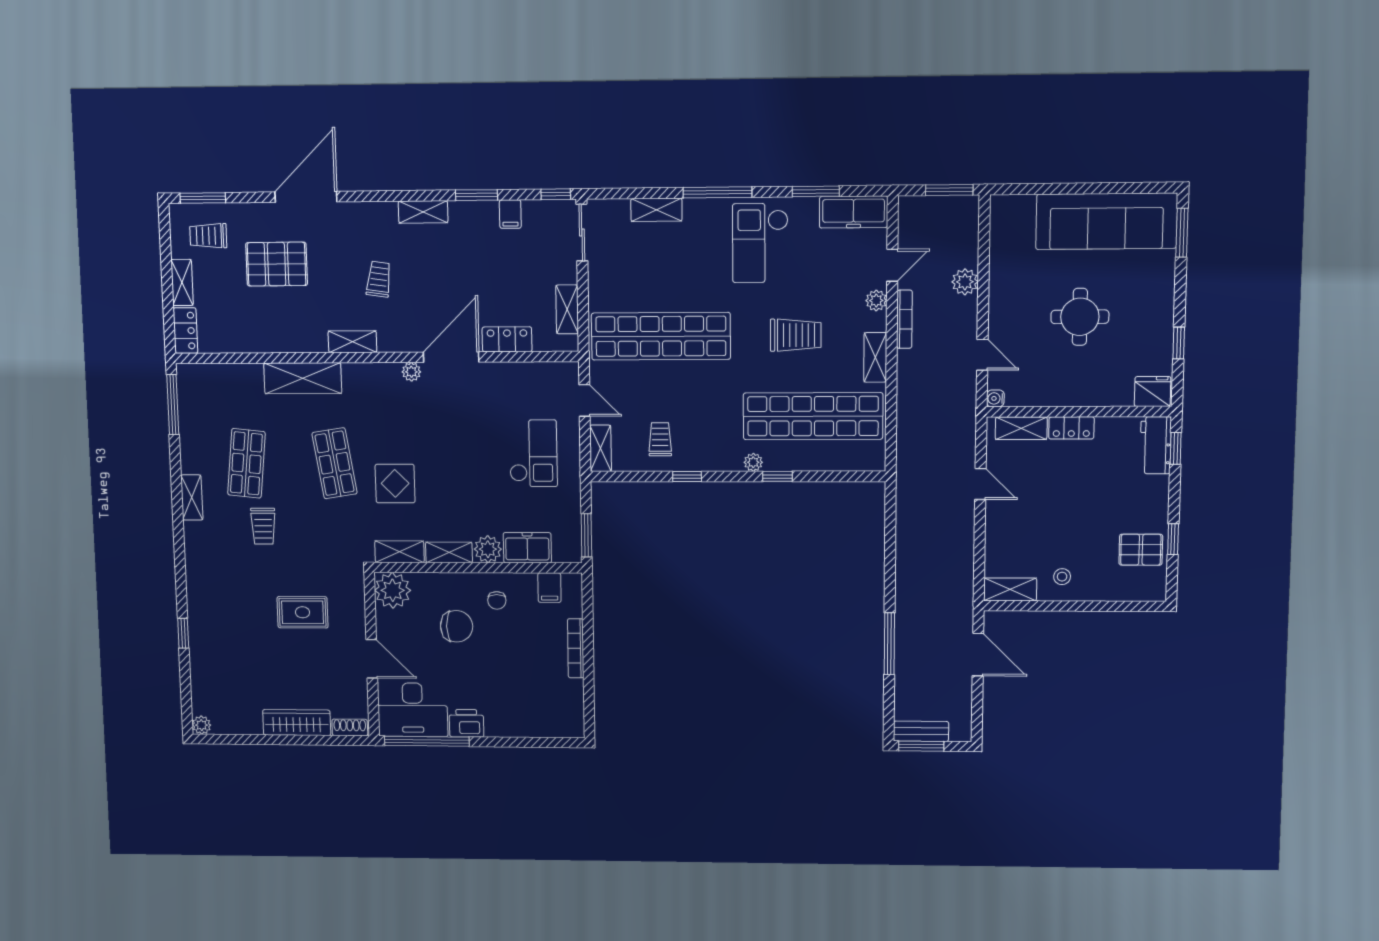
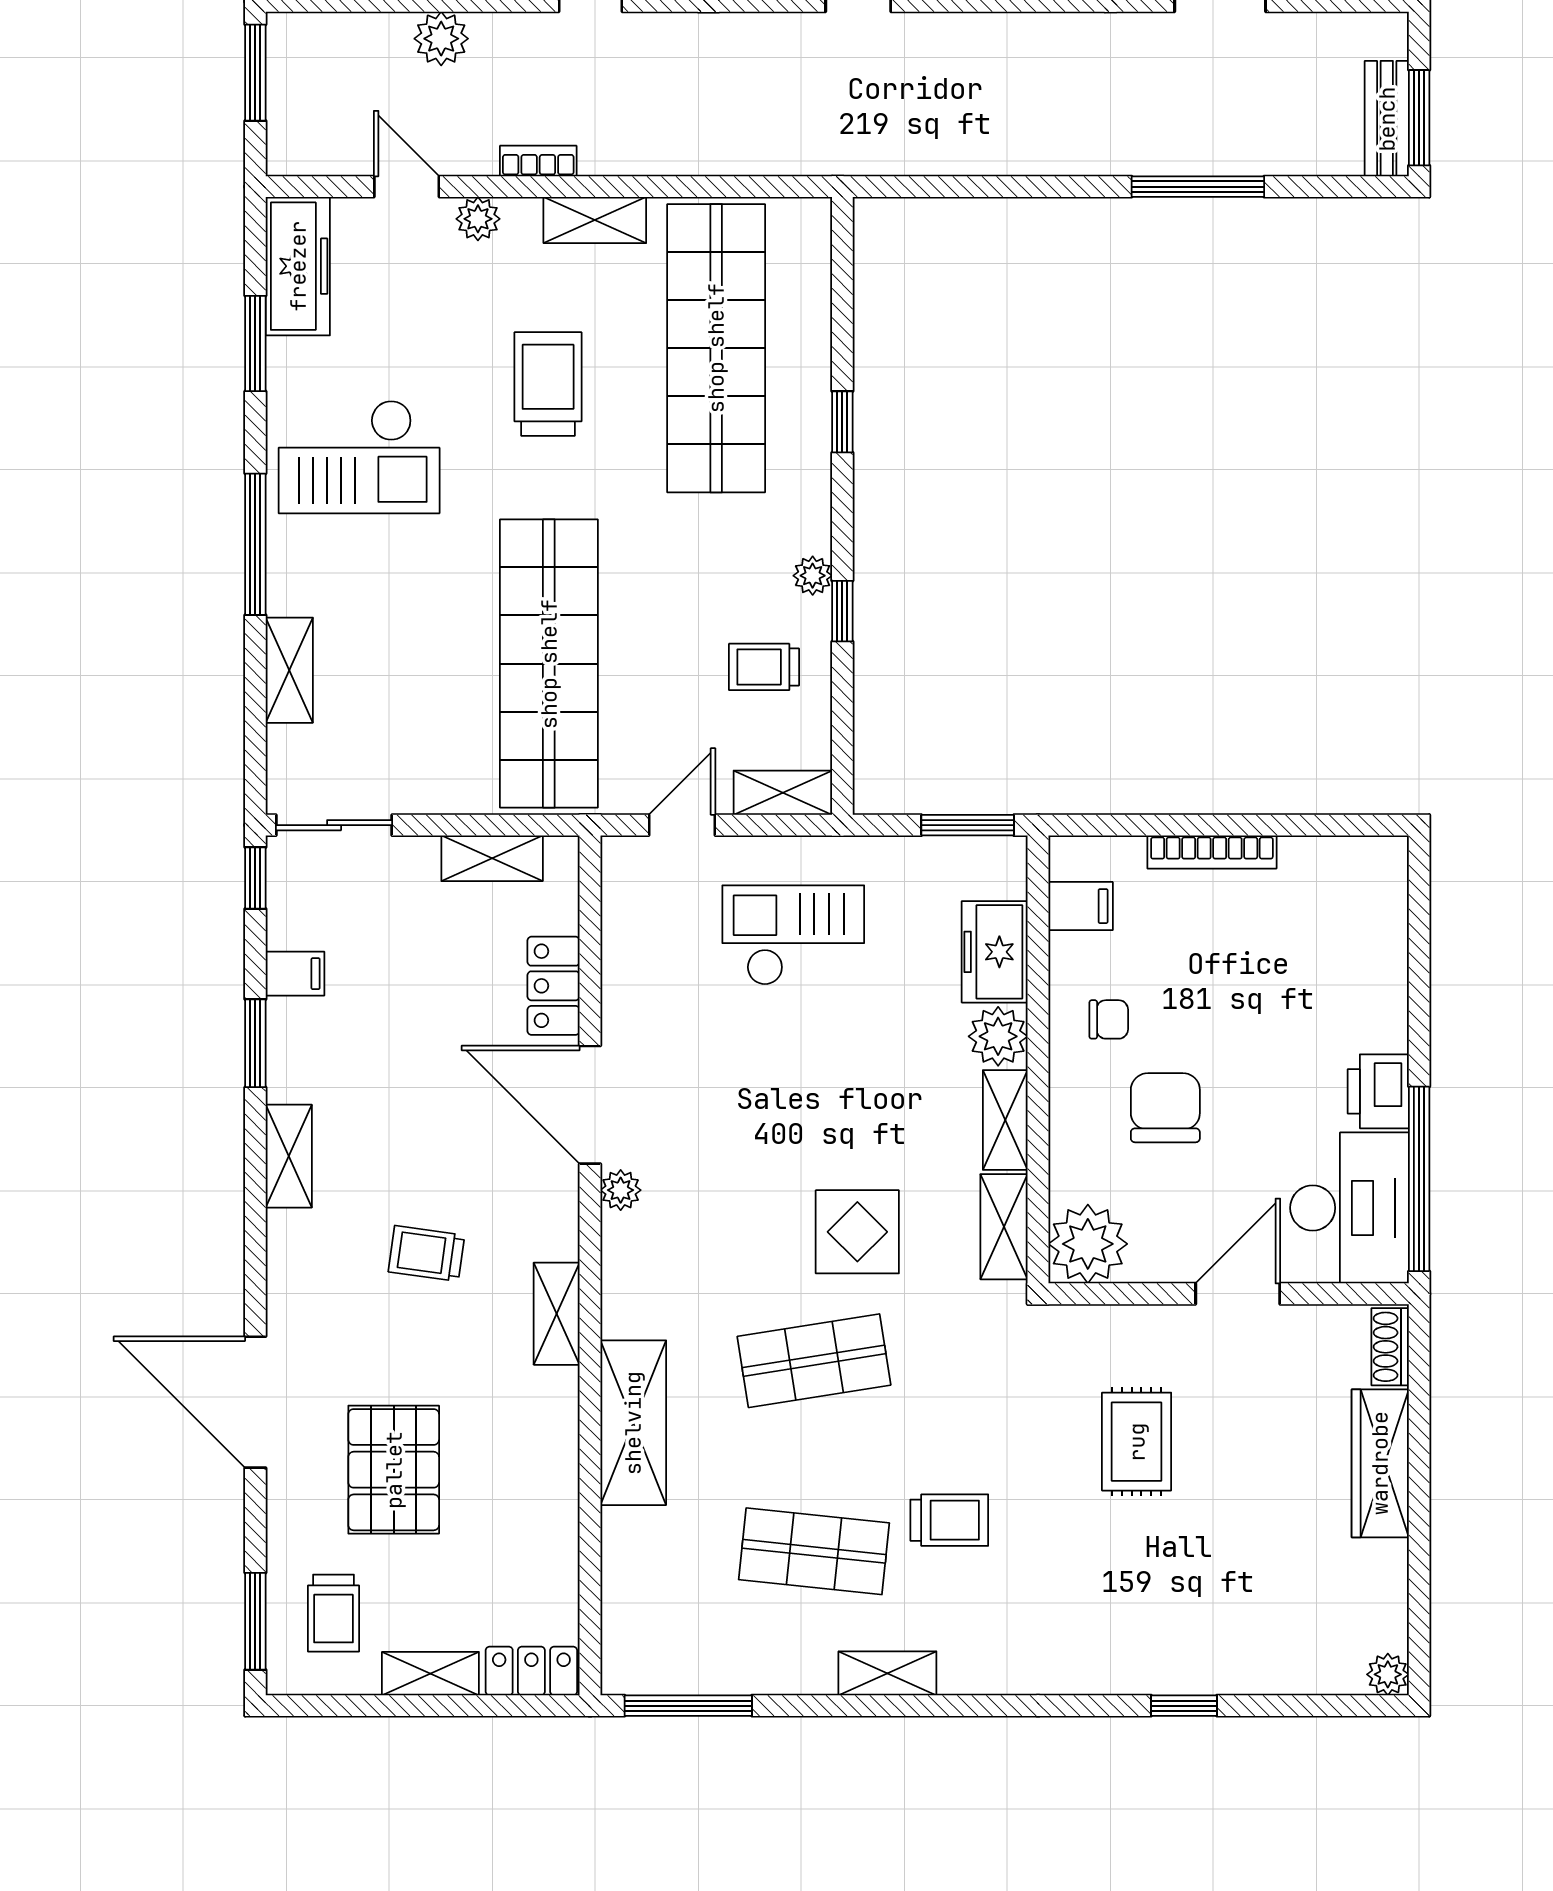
bookcase: (904, 319) -> (538, 161), width x0.64
plant: (753, 462) -> (813, 576), moved

